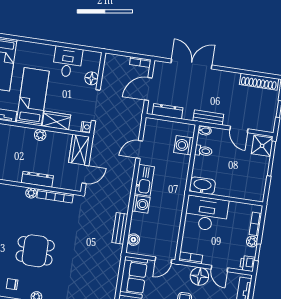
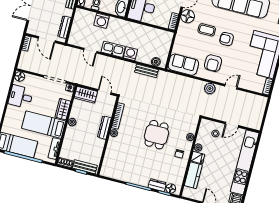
floor lamp: (92, 78) -> (20, 76), moved
washing machine: (184, 145) -> (102, 21), moved
door: (163, 260) -> (173, 41), removed

